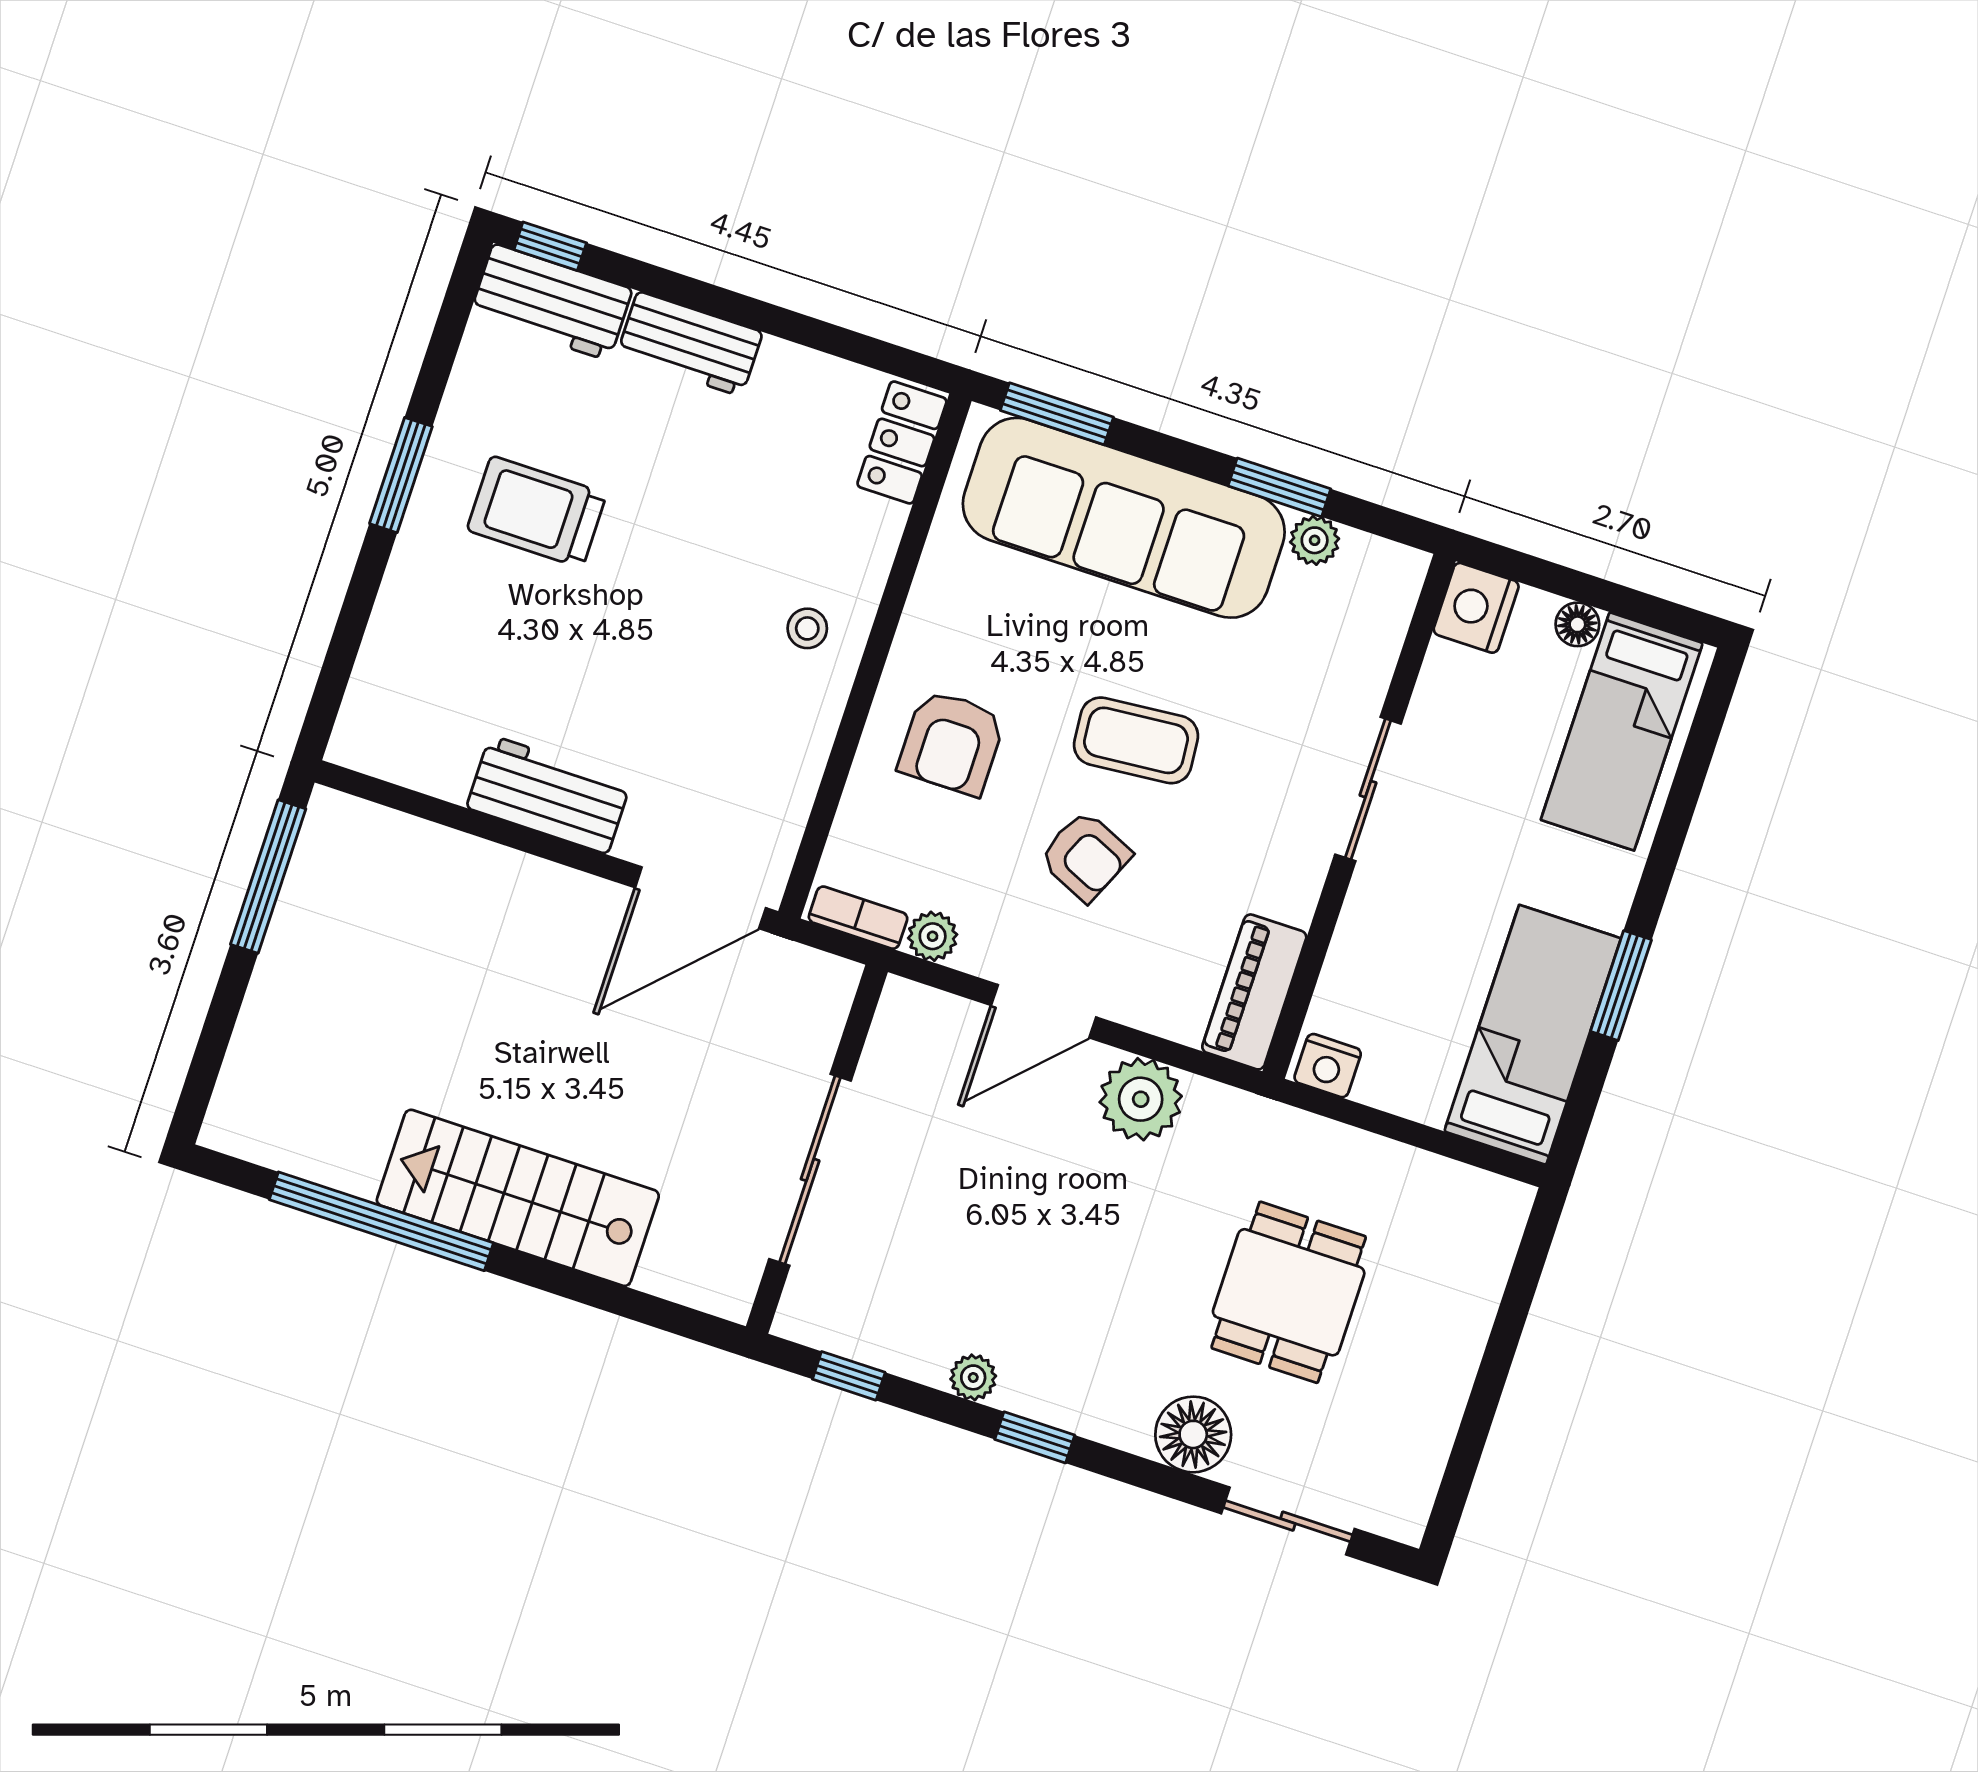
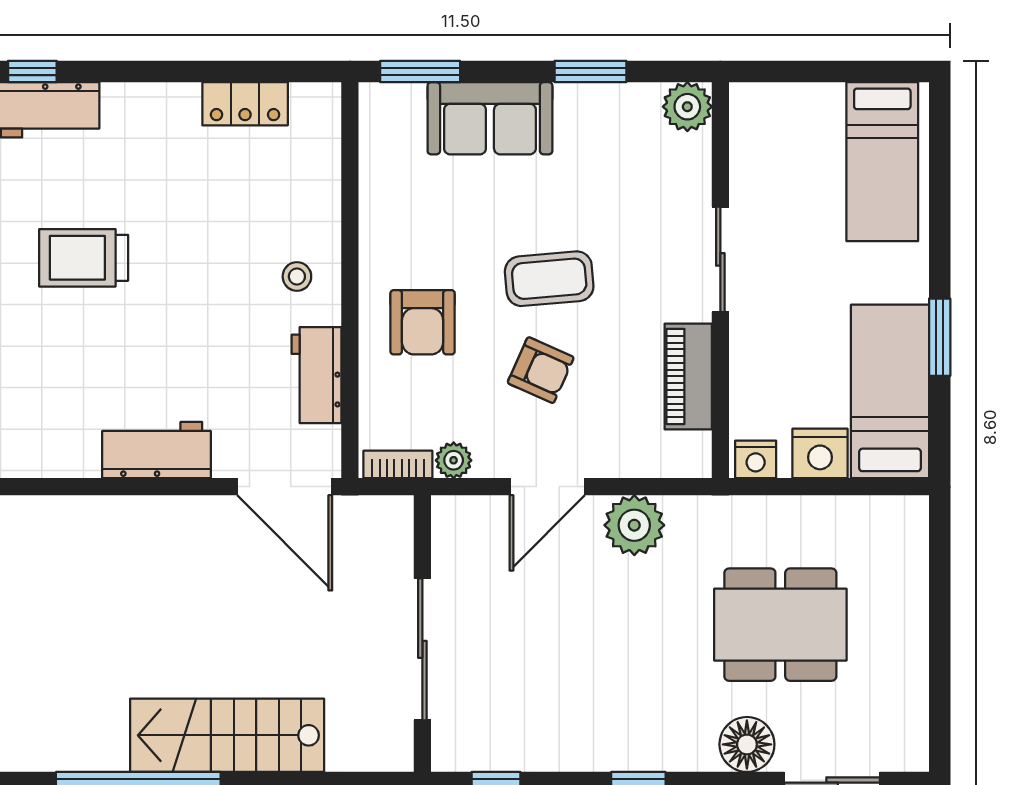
workbench: (690, 344) -> (317, 375), moved, turned 90
locker: (902, 442) -> (245, 104), moved, turned -90
sofa: (1124, 518) -> (490, 118), width x0.54, depth x0.79
plant: (1315, 540) -> (687, 107), moved, width x1.38, depth x1.38
nightstand: (1476, 608) -> (820, 453), moved, turned -90
floor lamp: (1577, 624) -> (827, 98), removed
door: (700, 898) -> (285, 487), hinge flipped
piano: (1254, 992) -> (688, 376), moved
dining table: (1289, 1292) -> (780, 625), width x1.38
plant: (973, 1377) -> (582, 755), removed

